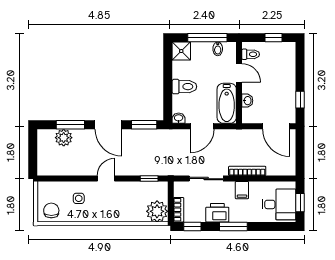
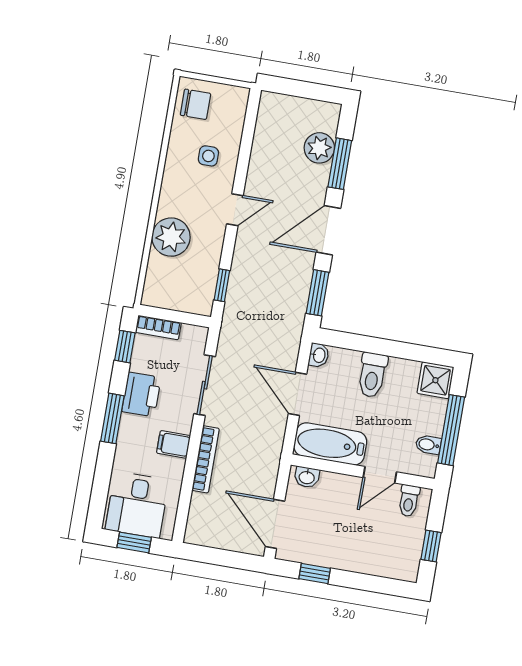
washbasin: (247, 101) -> (307, 477), moved
door: (276, 126) -> (275, 524), hinge flipped
door: (106, 179) -> (235, 210), hinge flipped
plant: (157, 211) -> (171, 237), moved

